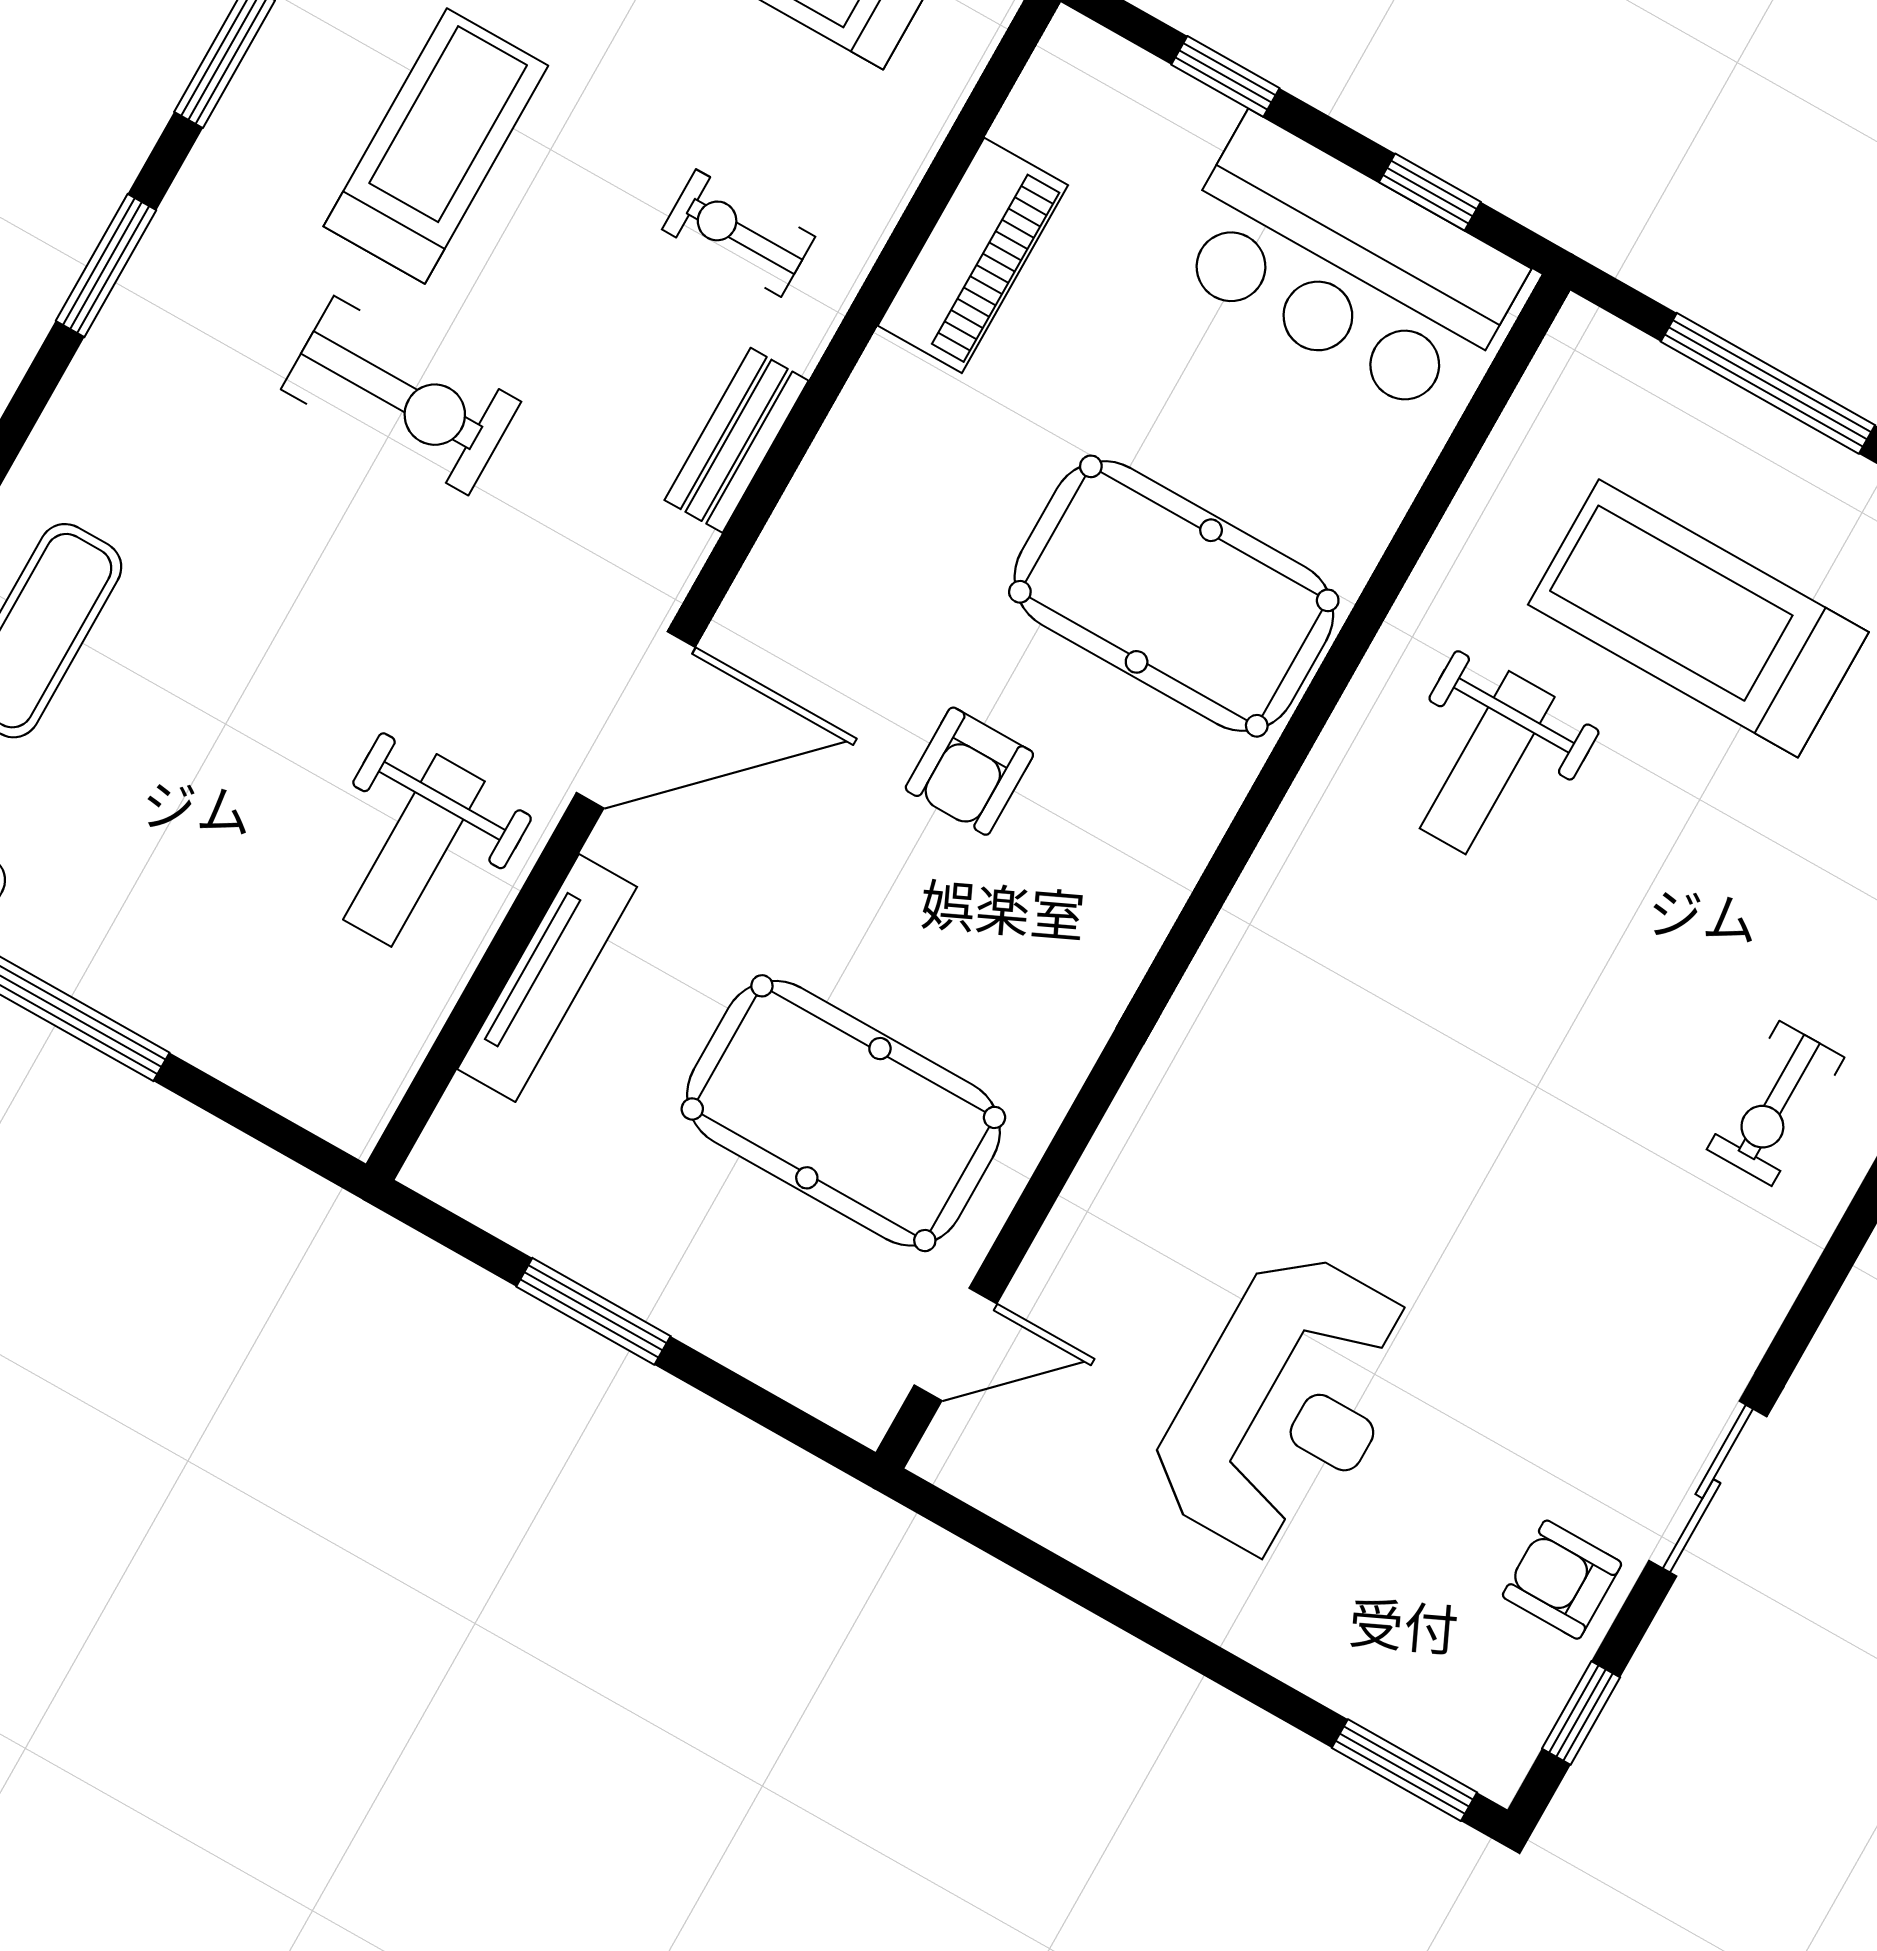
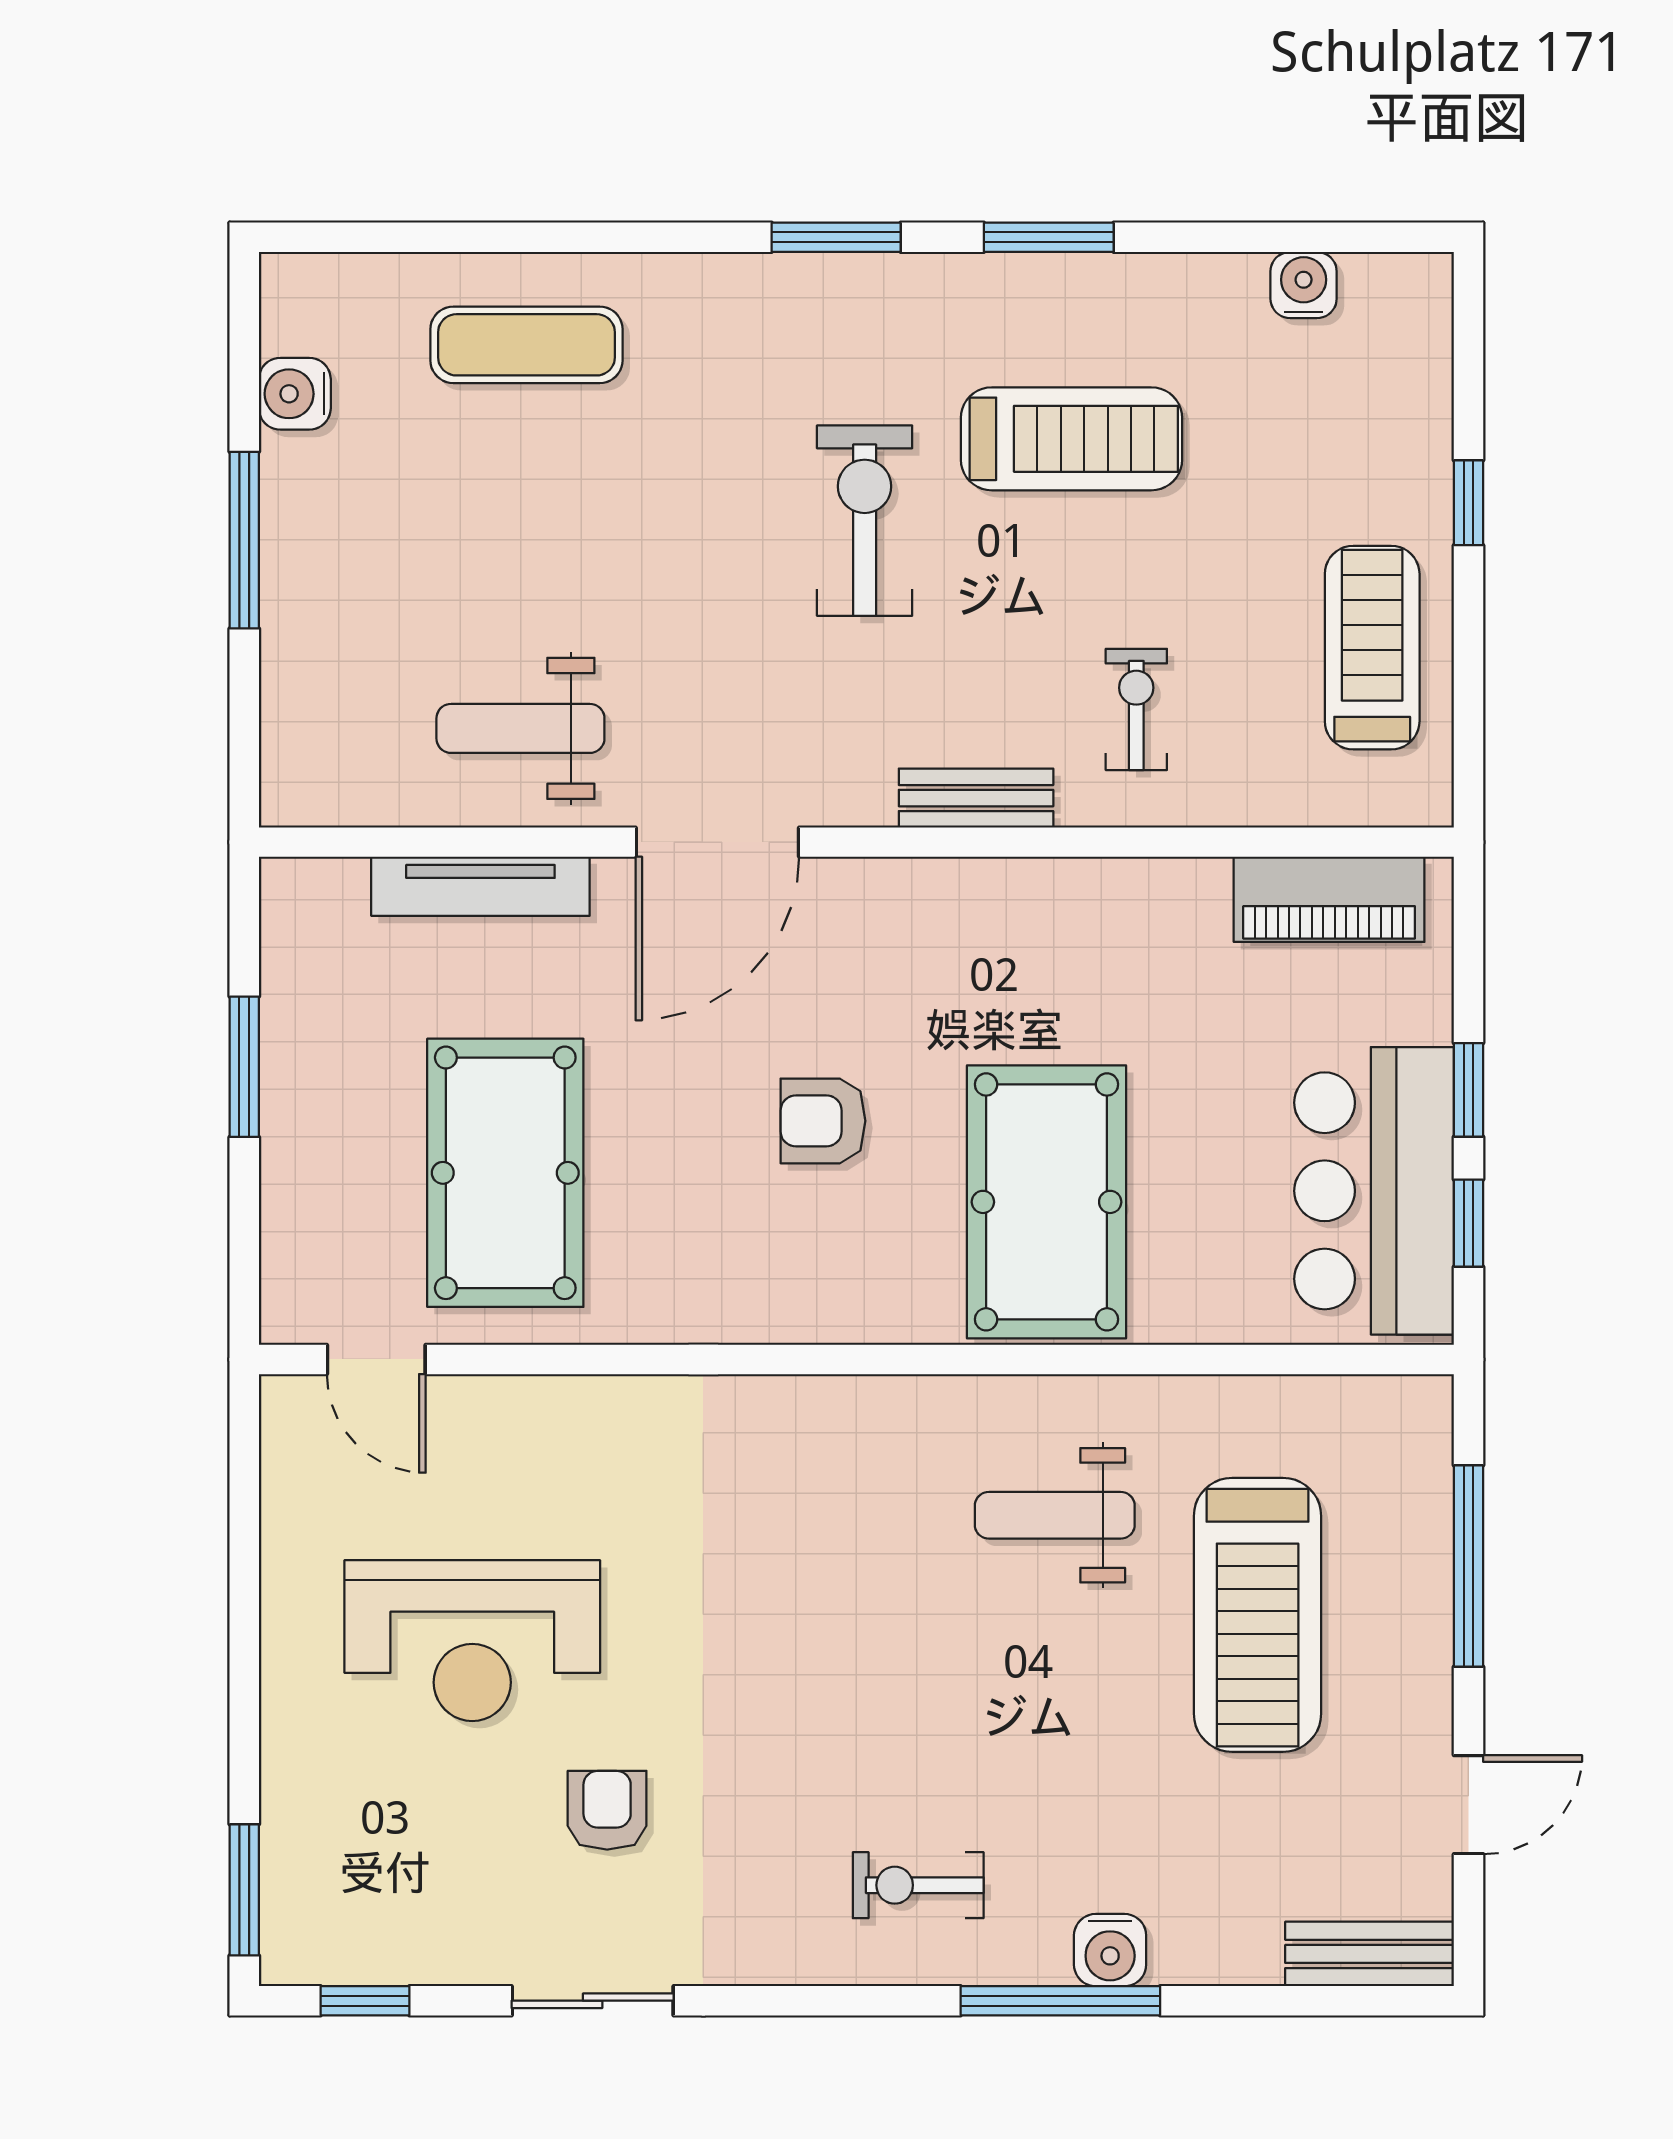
window: (1225, 76) -> (1468, 1090), moved
piano: (973, 255) -> (1329, 899), moved
exercise bike: (401, 396) -> (865, 521), turned 180
treadmill: (1698, 618) -> (1258, 1615), turned 180
door: (636, 720) -> (717, 842), hinge flipped
armchair: (1562, 1580) -> (607, 1810), moved

